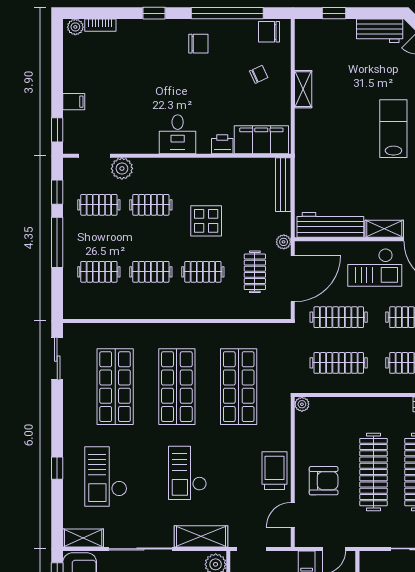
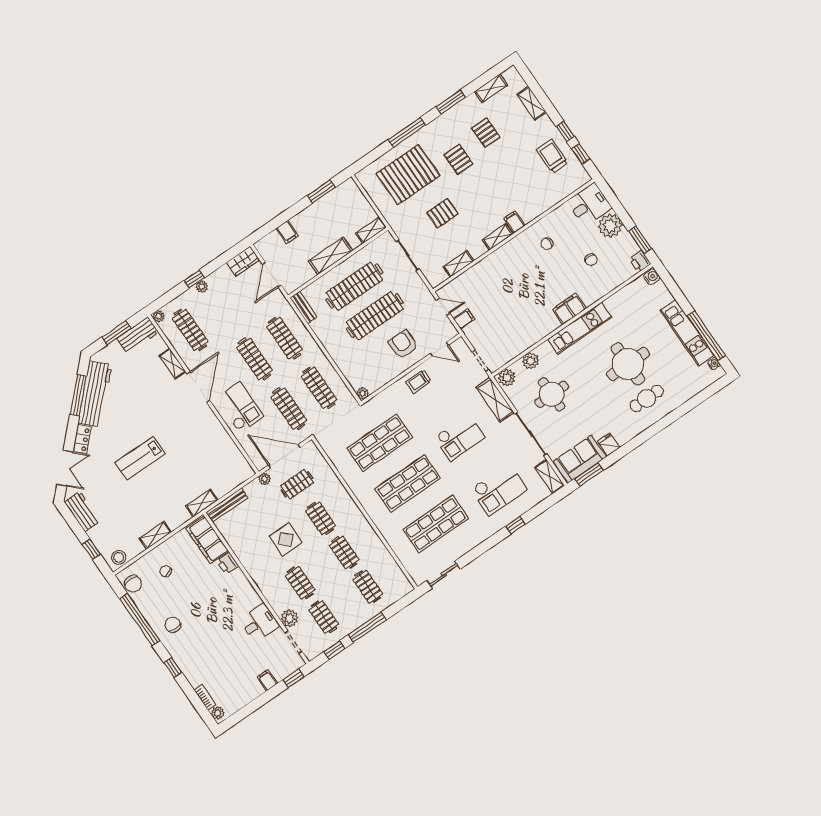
stool: (306, 36) -> (119, 557), added
desk: (178, 134) -> (259, 623), moved
workbench: (330, 225) -> (232, 456), removed
shelving: (384, 229) -> (202, 503), moved, turned 90
trolley: (275, 471) -> (419, 381), width x0.73, depth x0.72

